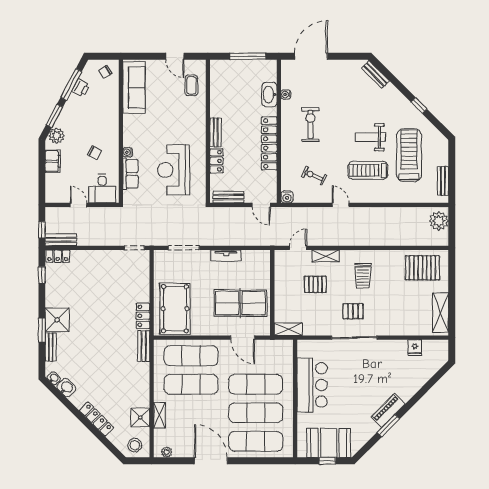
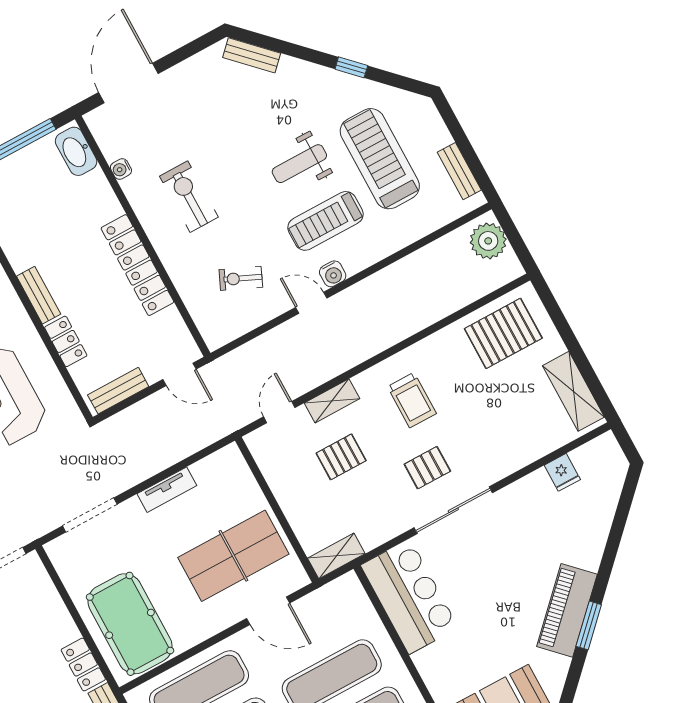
washbasin: (269, 94) -> (76, 151), moved
water cooler: (287, 197) -> (333, 274), moved
bar counter: (312, 385) -> (409, 596), moved
piano: (388, 410) -> (567, 610), width x1.37, depth x1.33

